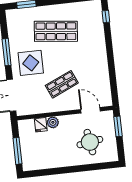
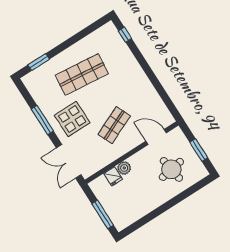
window: (118, 126) -> (199, 150), moved

